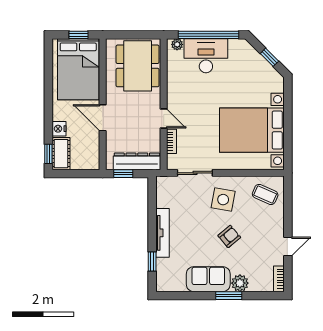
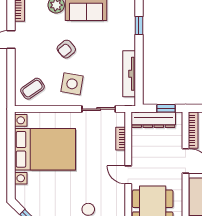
door: (164, 118) -> (128, 175), moved
bookcase: (95, 150) -> (193, 130), added
coffee table: (265, 194) -> (32, 89), turned -59
tv unit: (163, 233) -> (129, 74), moved

